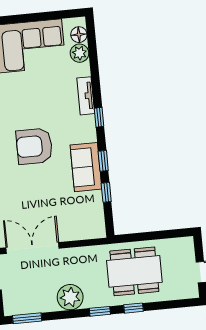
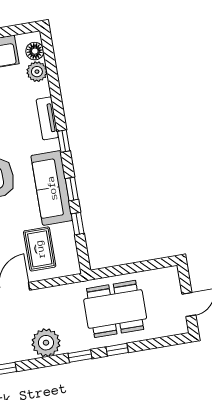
sofa: (86, 167) -> (52, 188), width x1.36
rug: (71, 213) -> (40, 249), added

